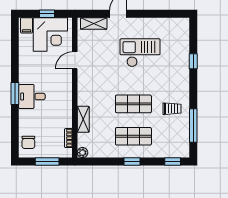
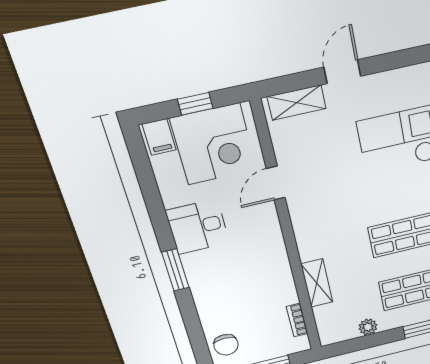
desk: (32, 96) -> (198, 227), moved
plant: (83, 153) -> (368, 327), moved

